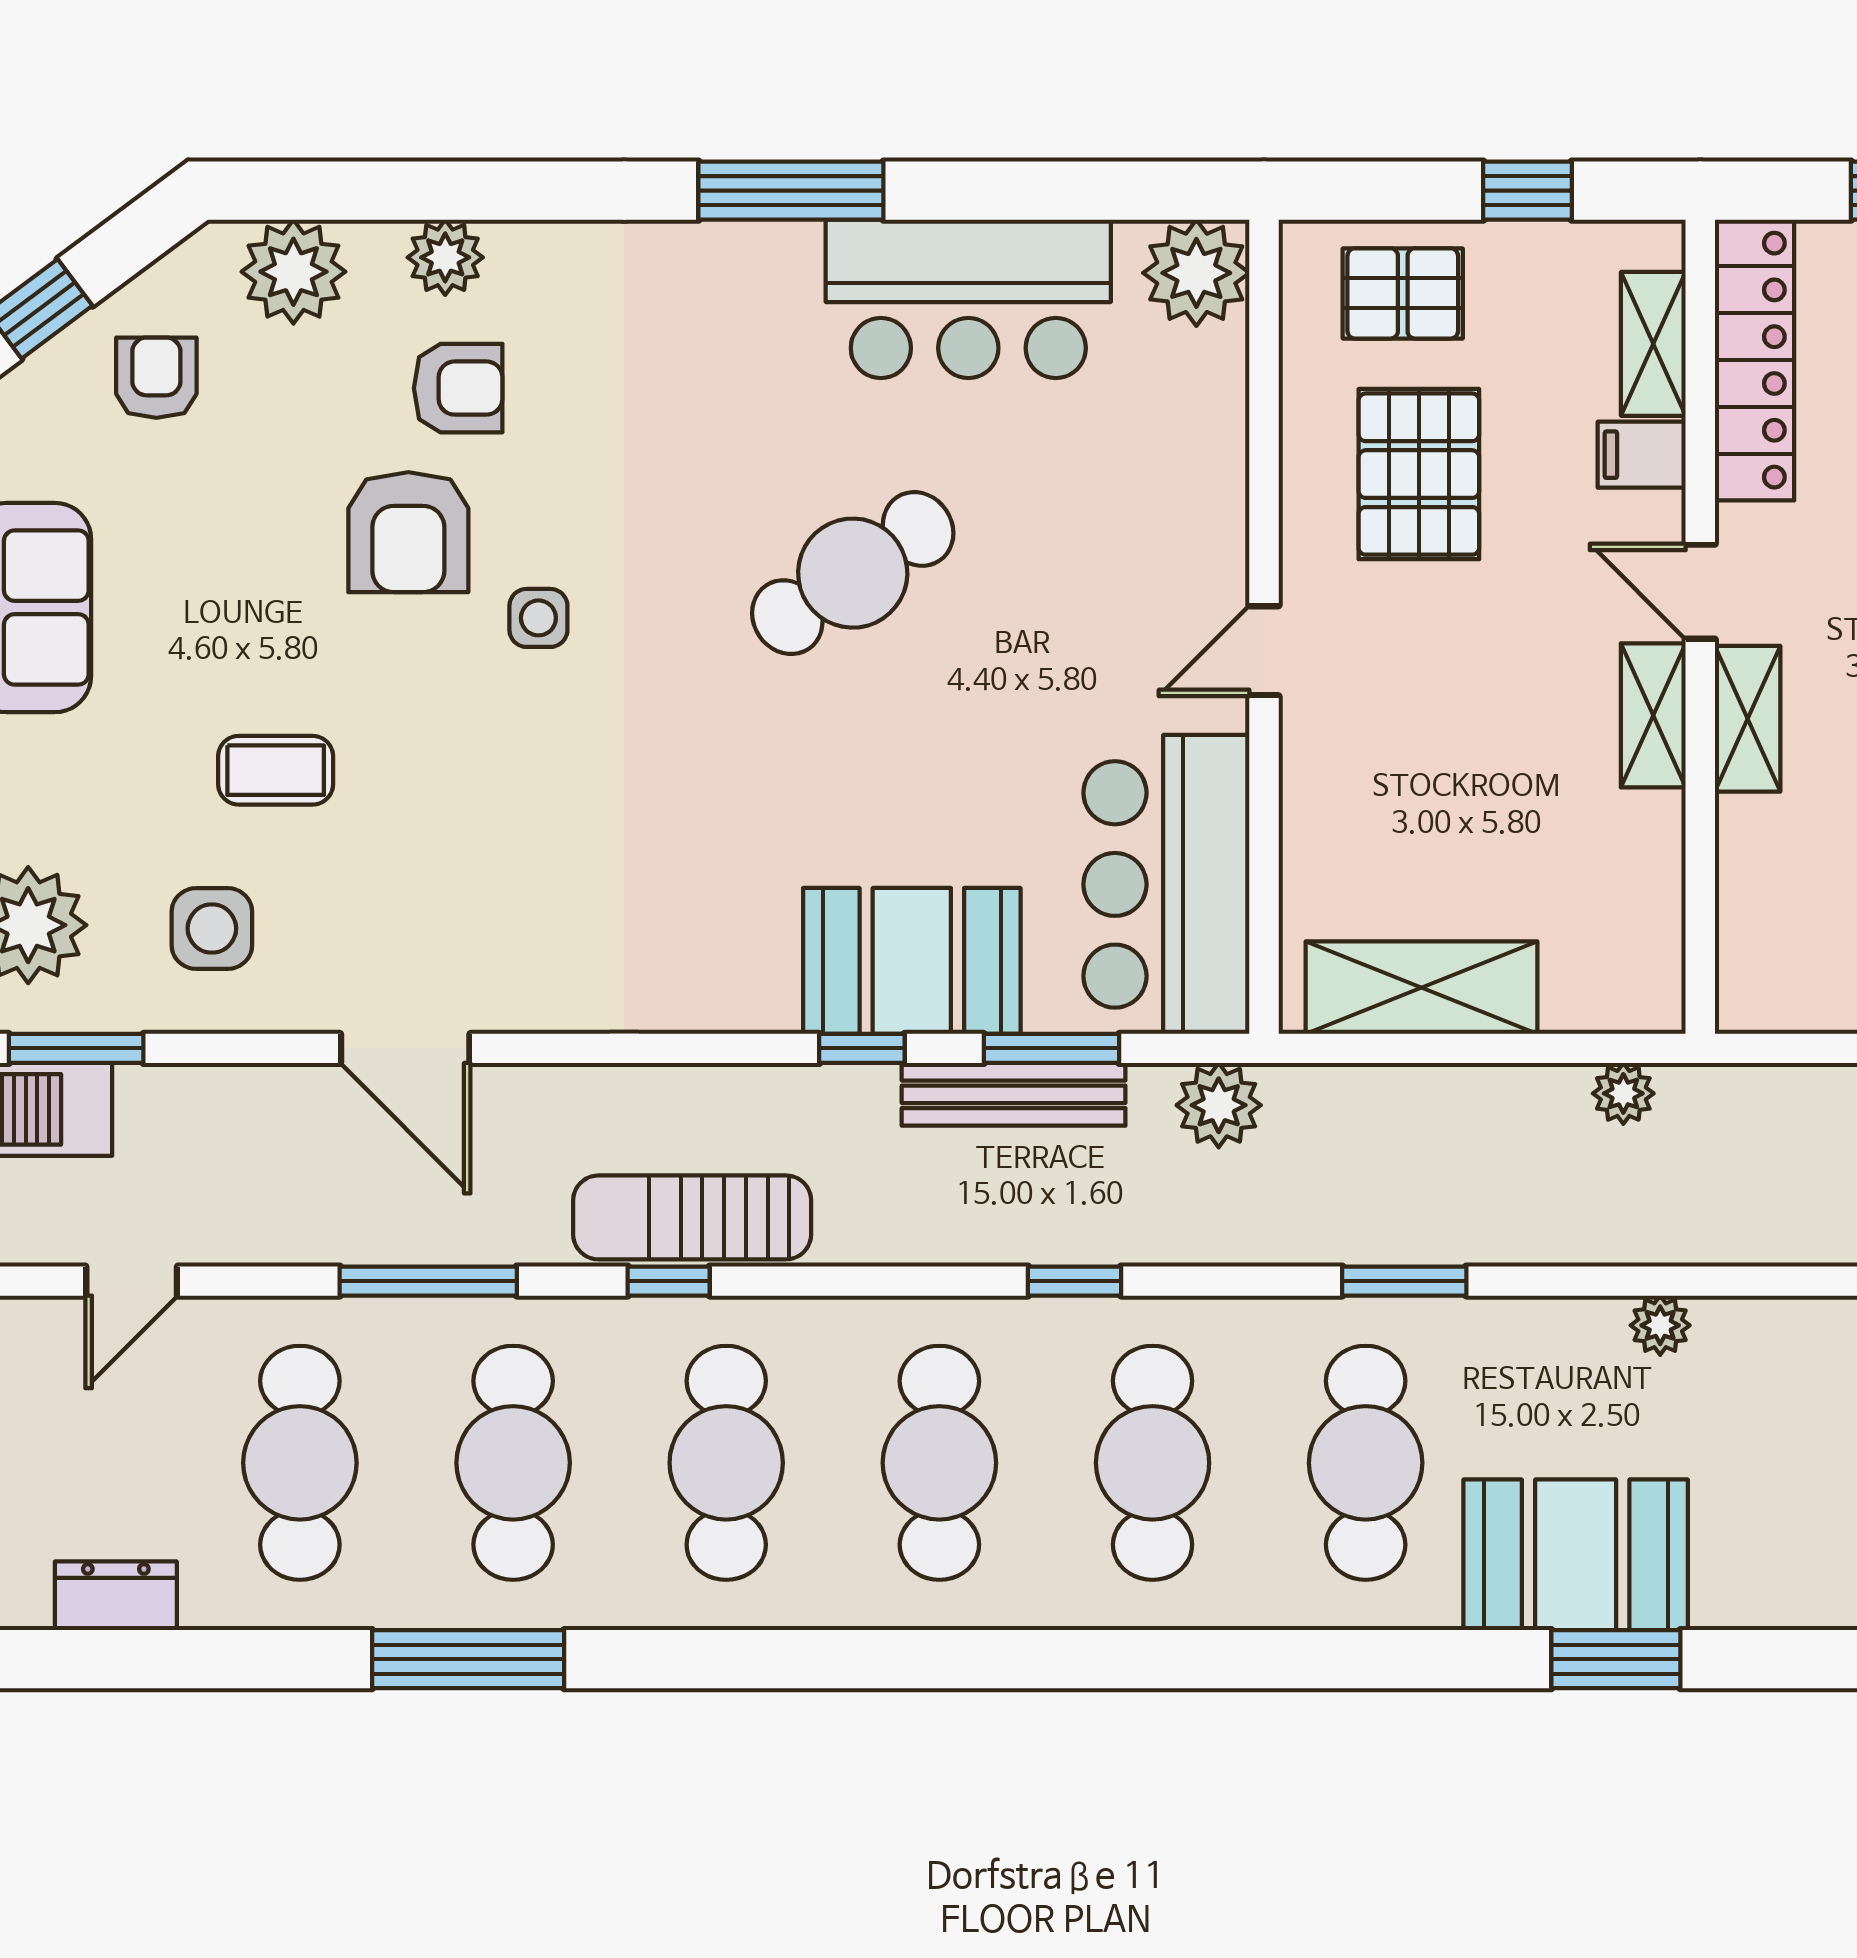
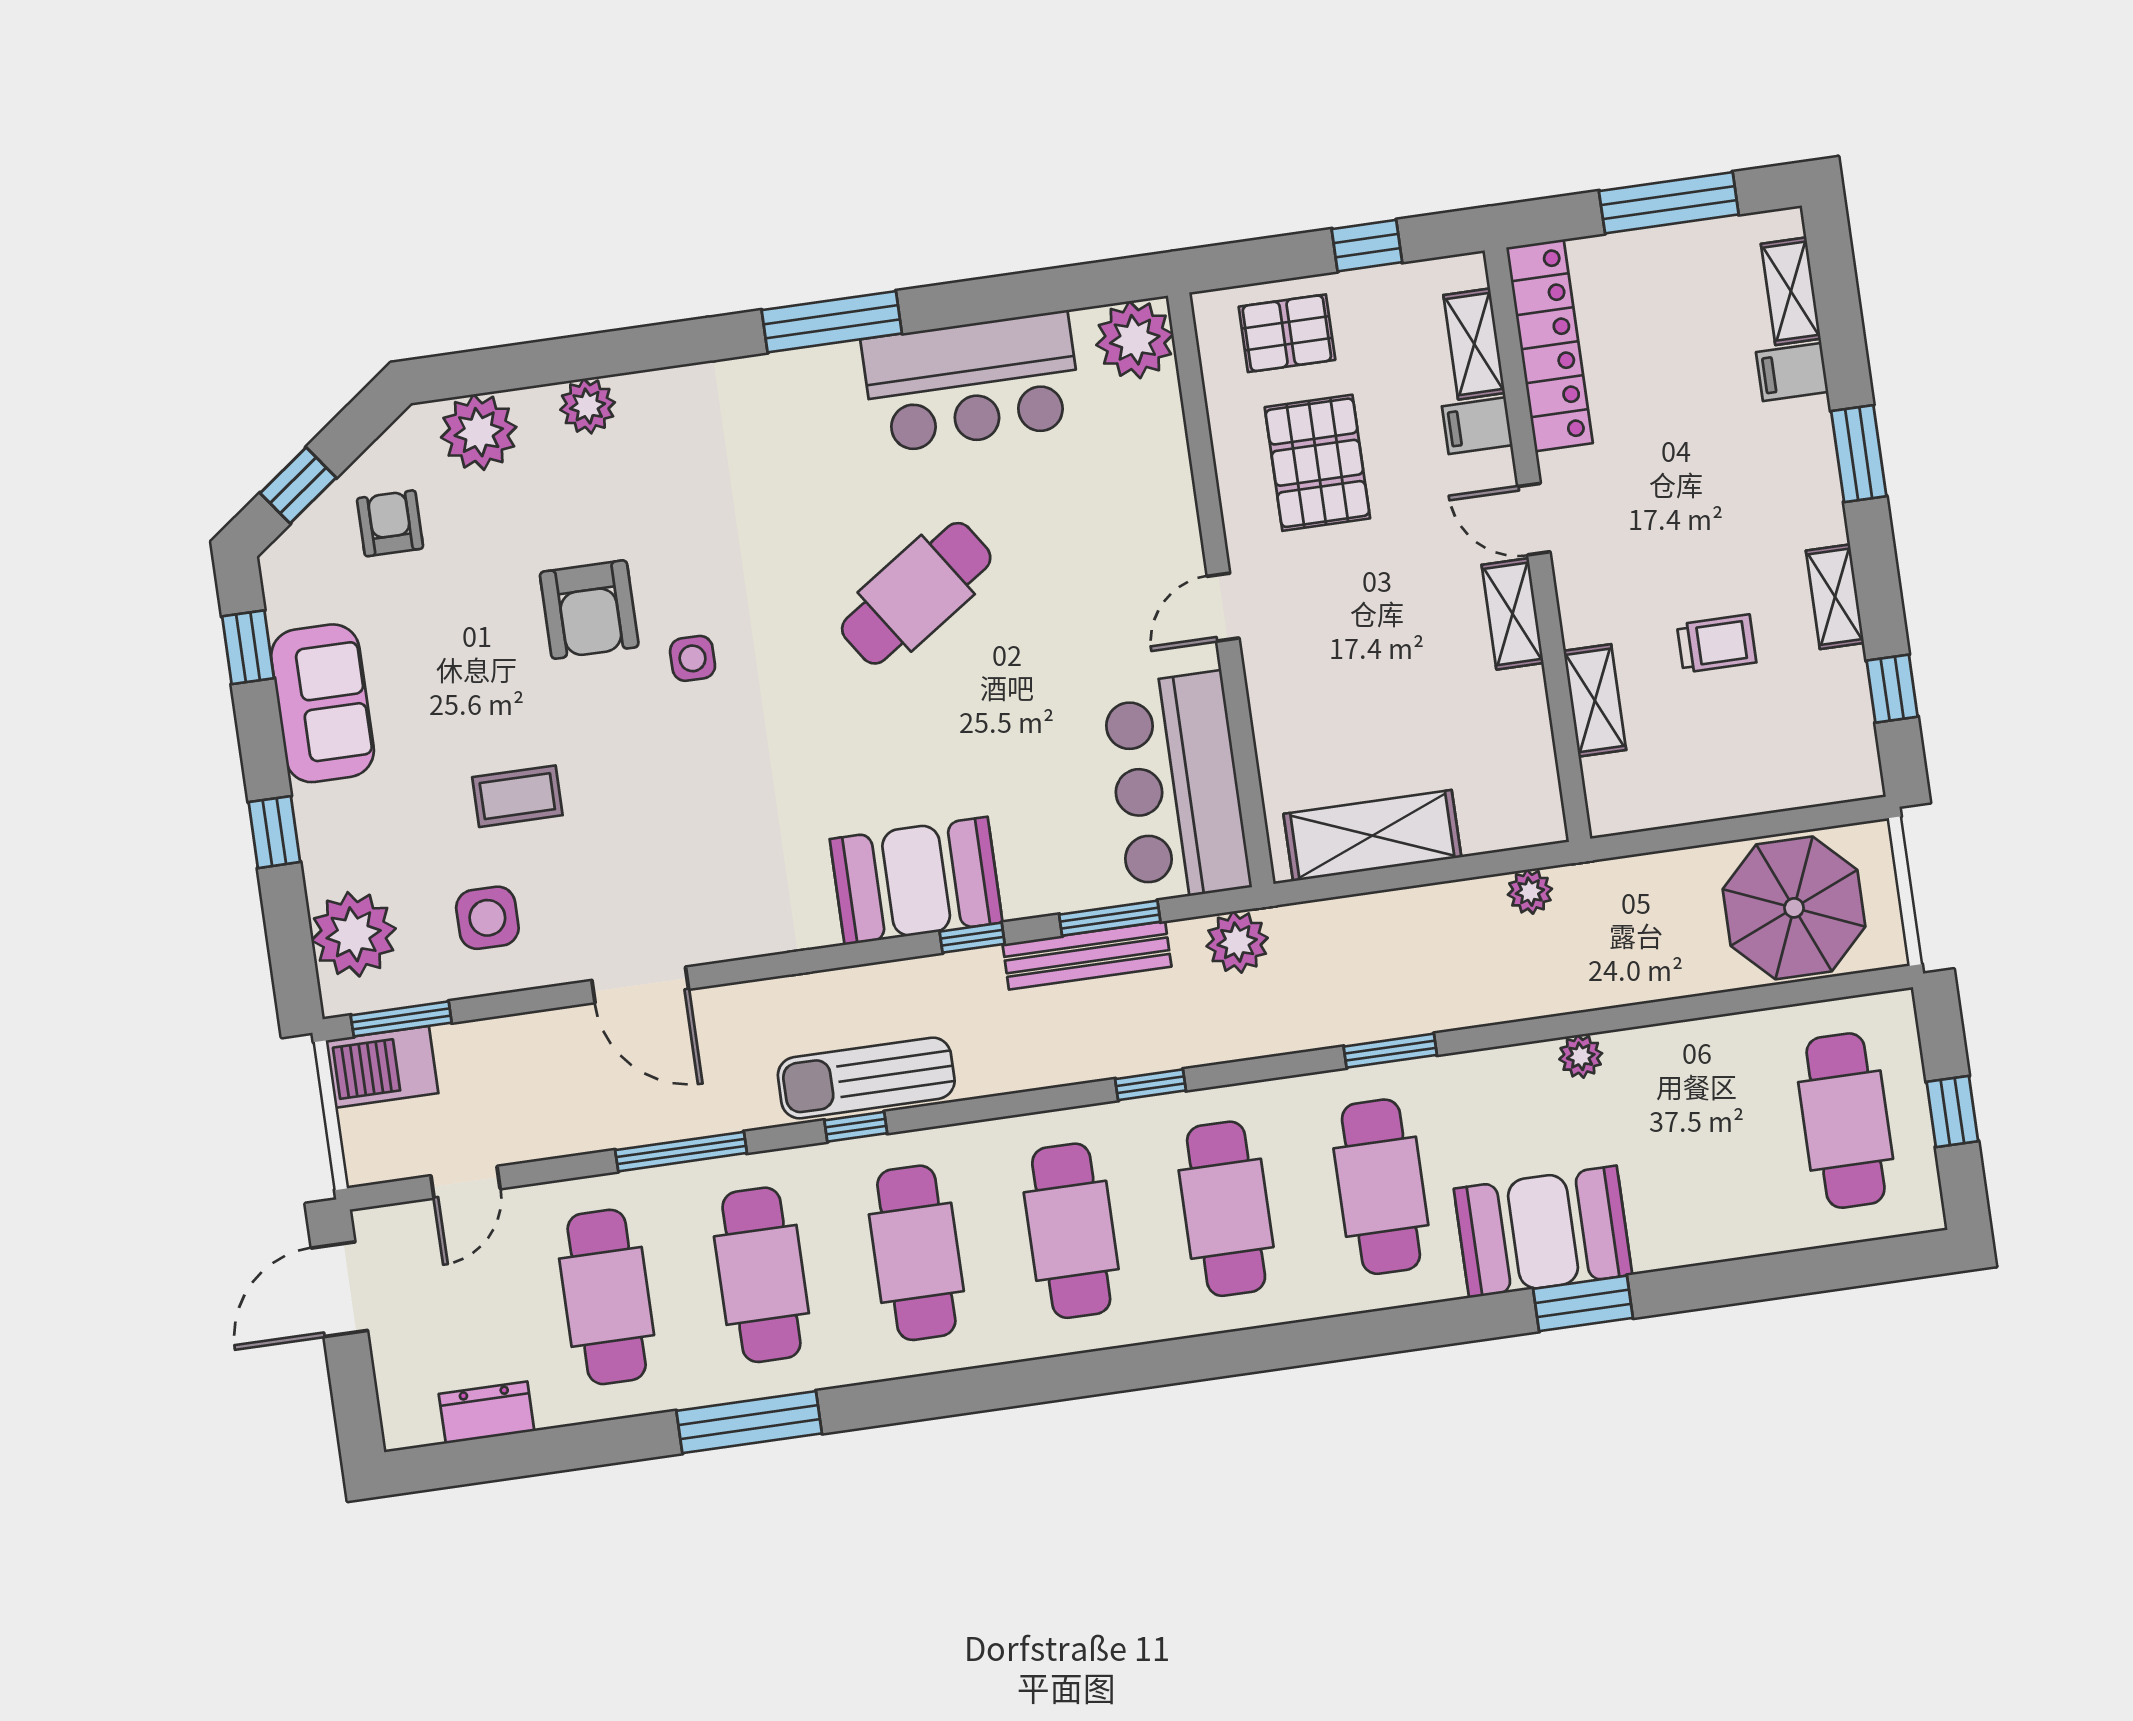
armchair: (458, 388) -> (610, 500), removed
shelving: (1748, 719) -> (1595, 700), moved
booth: (912, 961) -> (916, 881), moved

